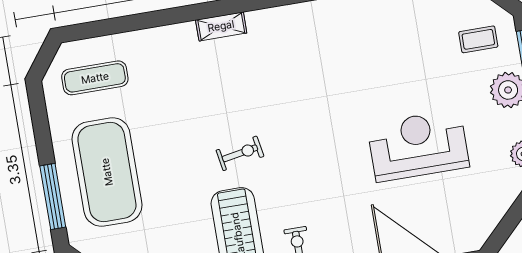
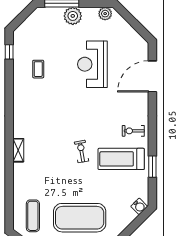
coffee table: (478, 39) -> (38, 69), moved

